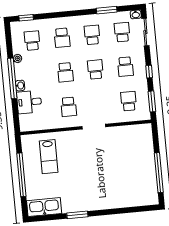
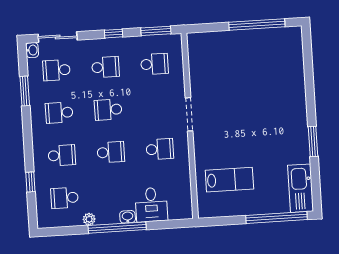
window: (26, 18) -> (30, 182), moved
school desk: (129, 101) -> (154, 64), turned 180
window: (21, 175) -> (277, 218), moved

